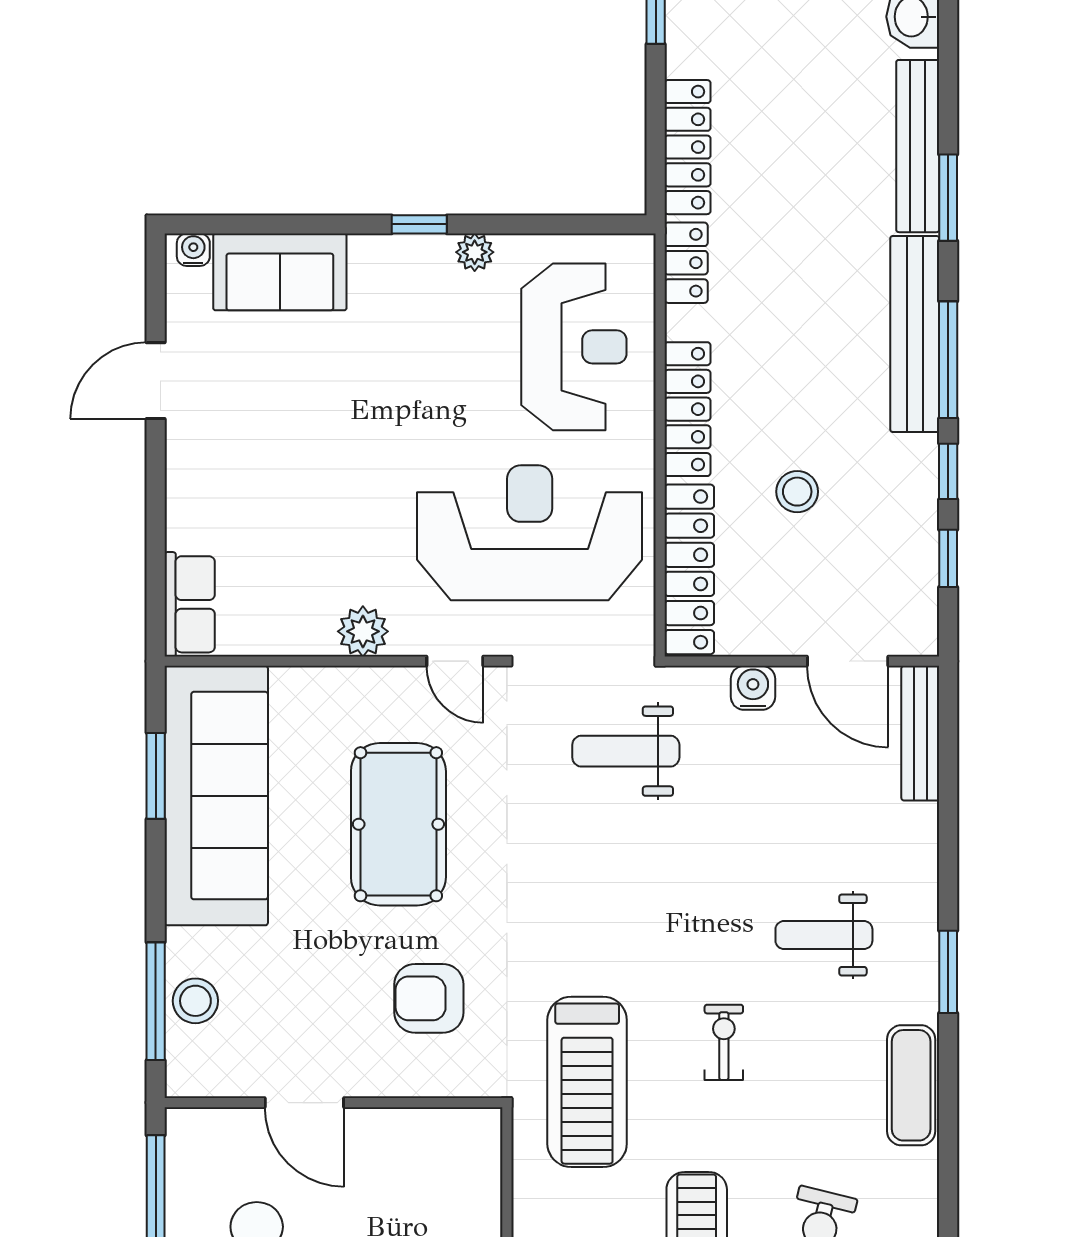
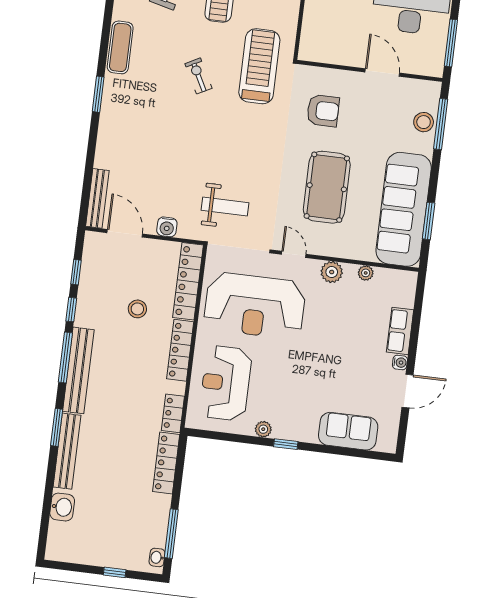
water cooler: (193, 250) -> (400, 362), moved, turned -90
row of seats: (190, 604) -> (400, 331), moved
plant: (285, 639) -> (366, 273), added
weight bench: (824, 935) -> (150, 117), removed
exercise bike: (724, 1042) -> (198, 76), turned 152

